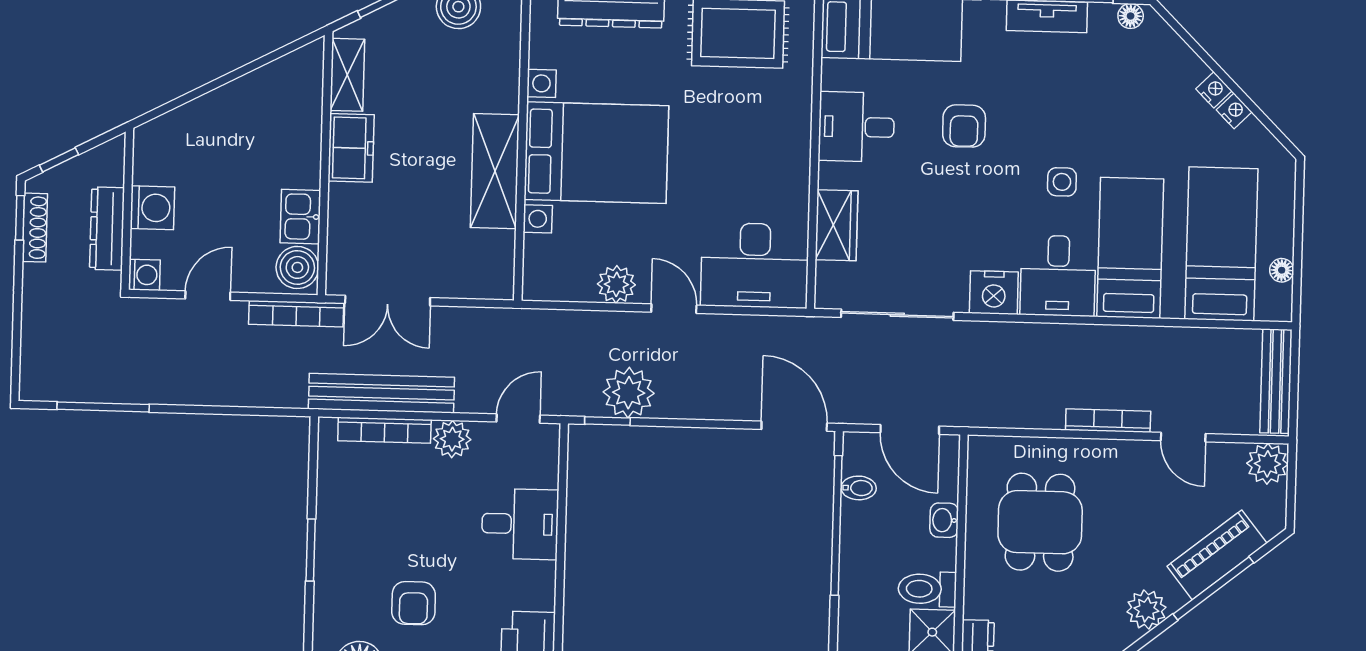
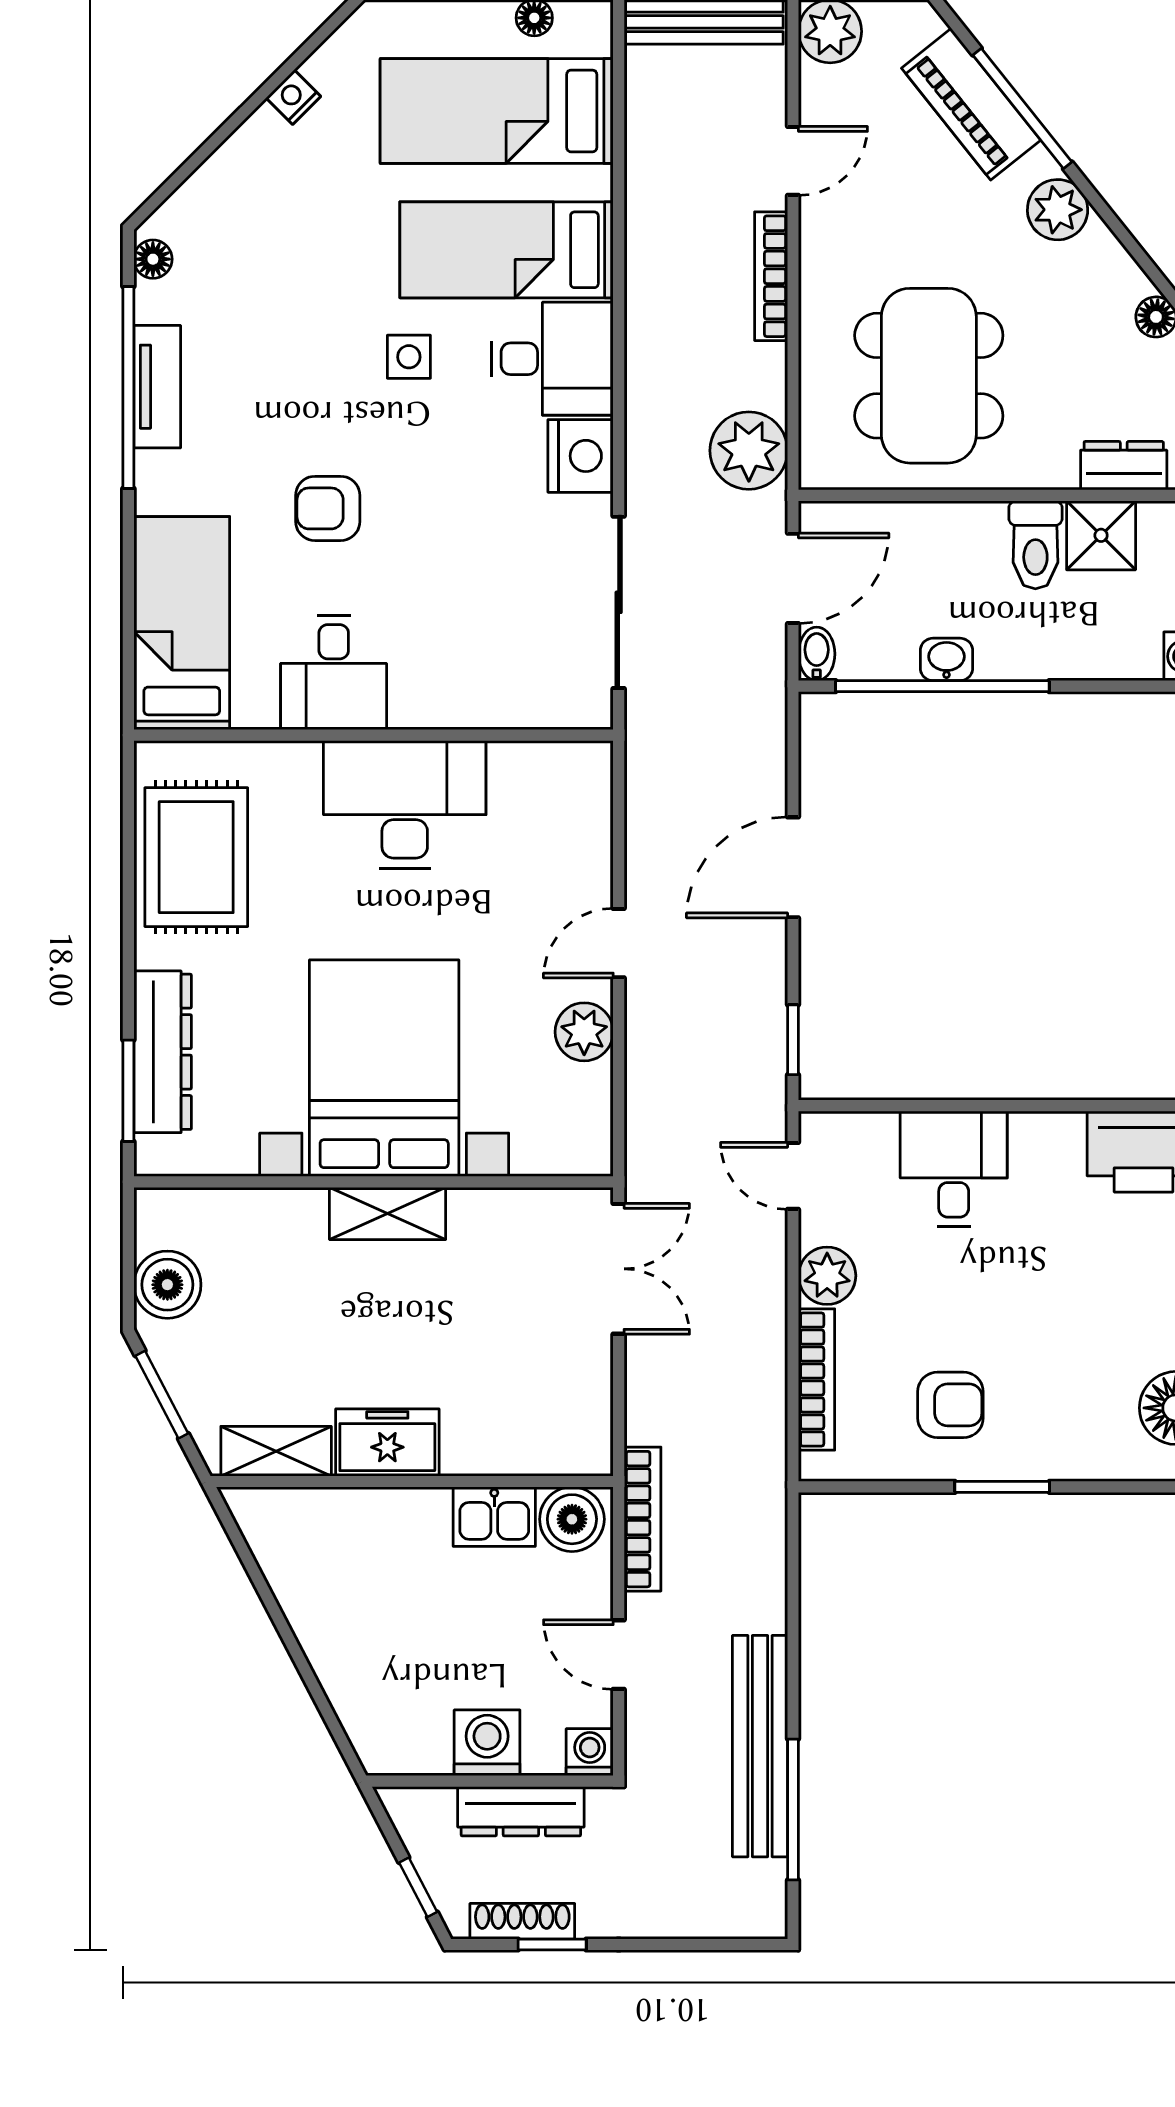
nightstand: (1214, 90) -> (262, 129), removed
armchair: (964, 126) -> (328, 508), turned 180
shelving: (495, 171) -> (388, 1213), width x0.67, depth x0.75
window: (20, 218) -> (552, 1945), moved
wardrobe: (837, 225) -> (485, 699), removed
desk: (755, 265) -> (405, 804), moved, turned -90
double door: (388, 301) -> (619, 1269), moved
bench: (381, 393) -> (760, 1746), moved
plant: (629, 393) -> (749, 451), moved
door: (794, 426) -> (793, 867), moved
bidet: (859, 488) -> (817, 654), moved
washbasin: (944, 520) -> (946, 659), moved, turned 180
dining table: (1040, 522) -> (929, 376), width x1.38
armchair: (414, 603) -> (950, 1405), moved

